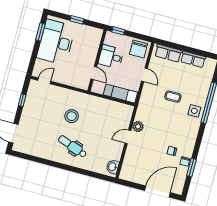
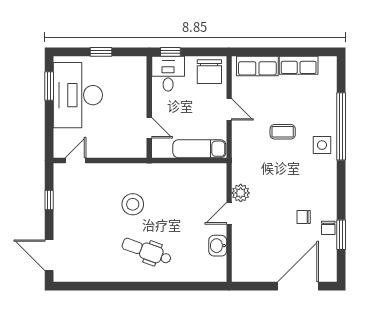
desk: (111, 57) -> (168, 74), moved, turned 90
washbasin: (113, 167) -> (218, 246), moved

